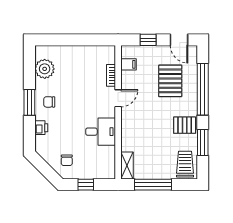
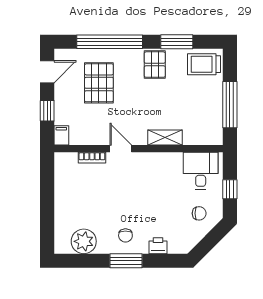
filing cabinet: (128, 64) -> (61, 135), moved
pallet: (170, 81) -> (99, 83), turned 90
desk: (101, 132) -> (201, 171), moved
shelving: (127, 166) -> (165, 137), moved

